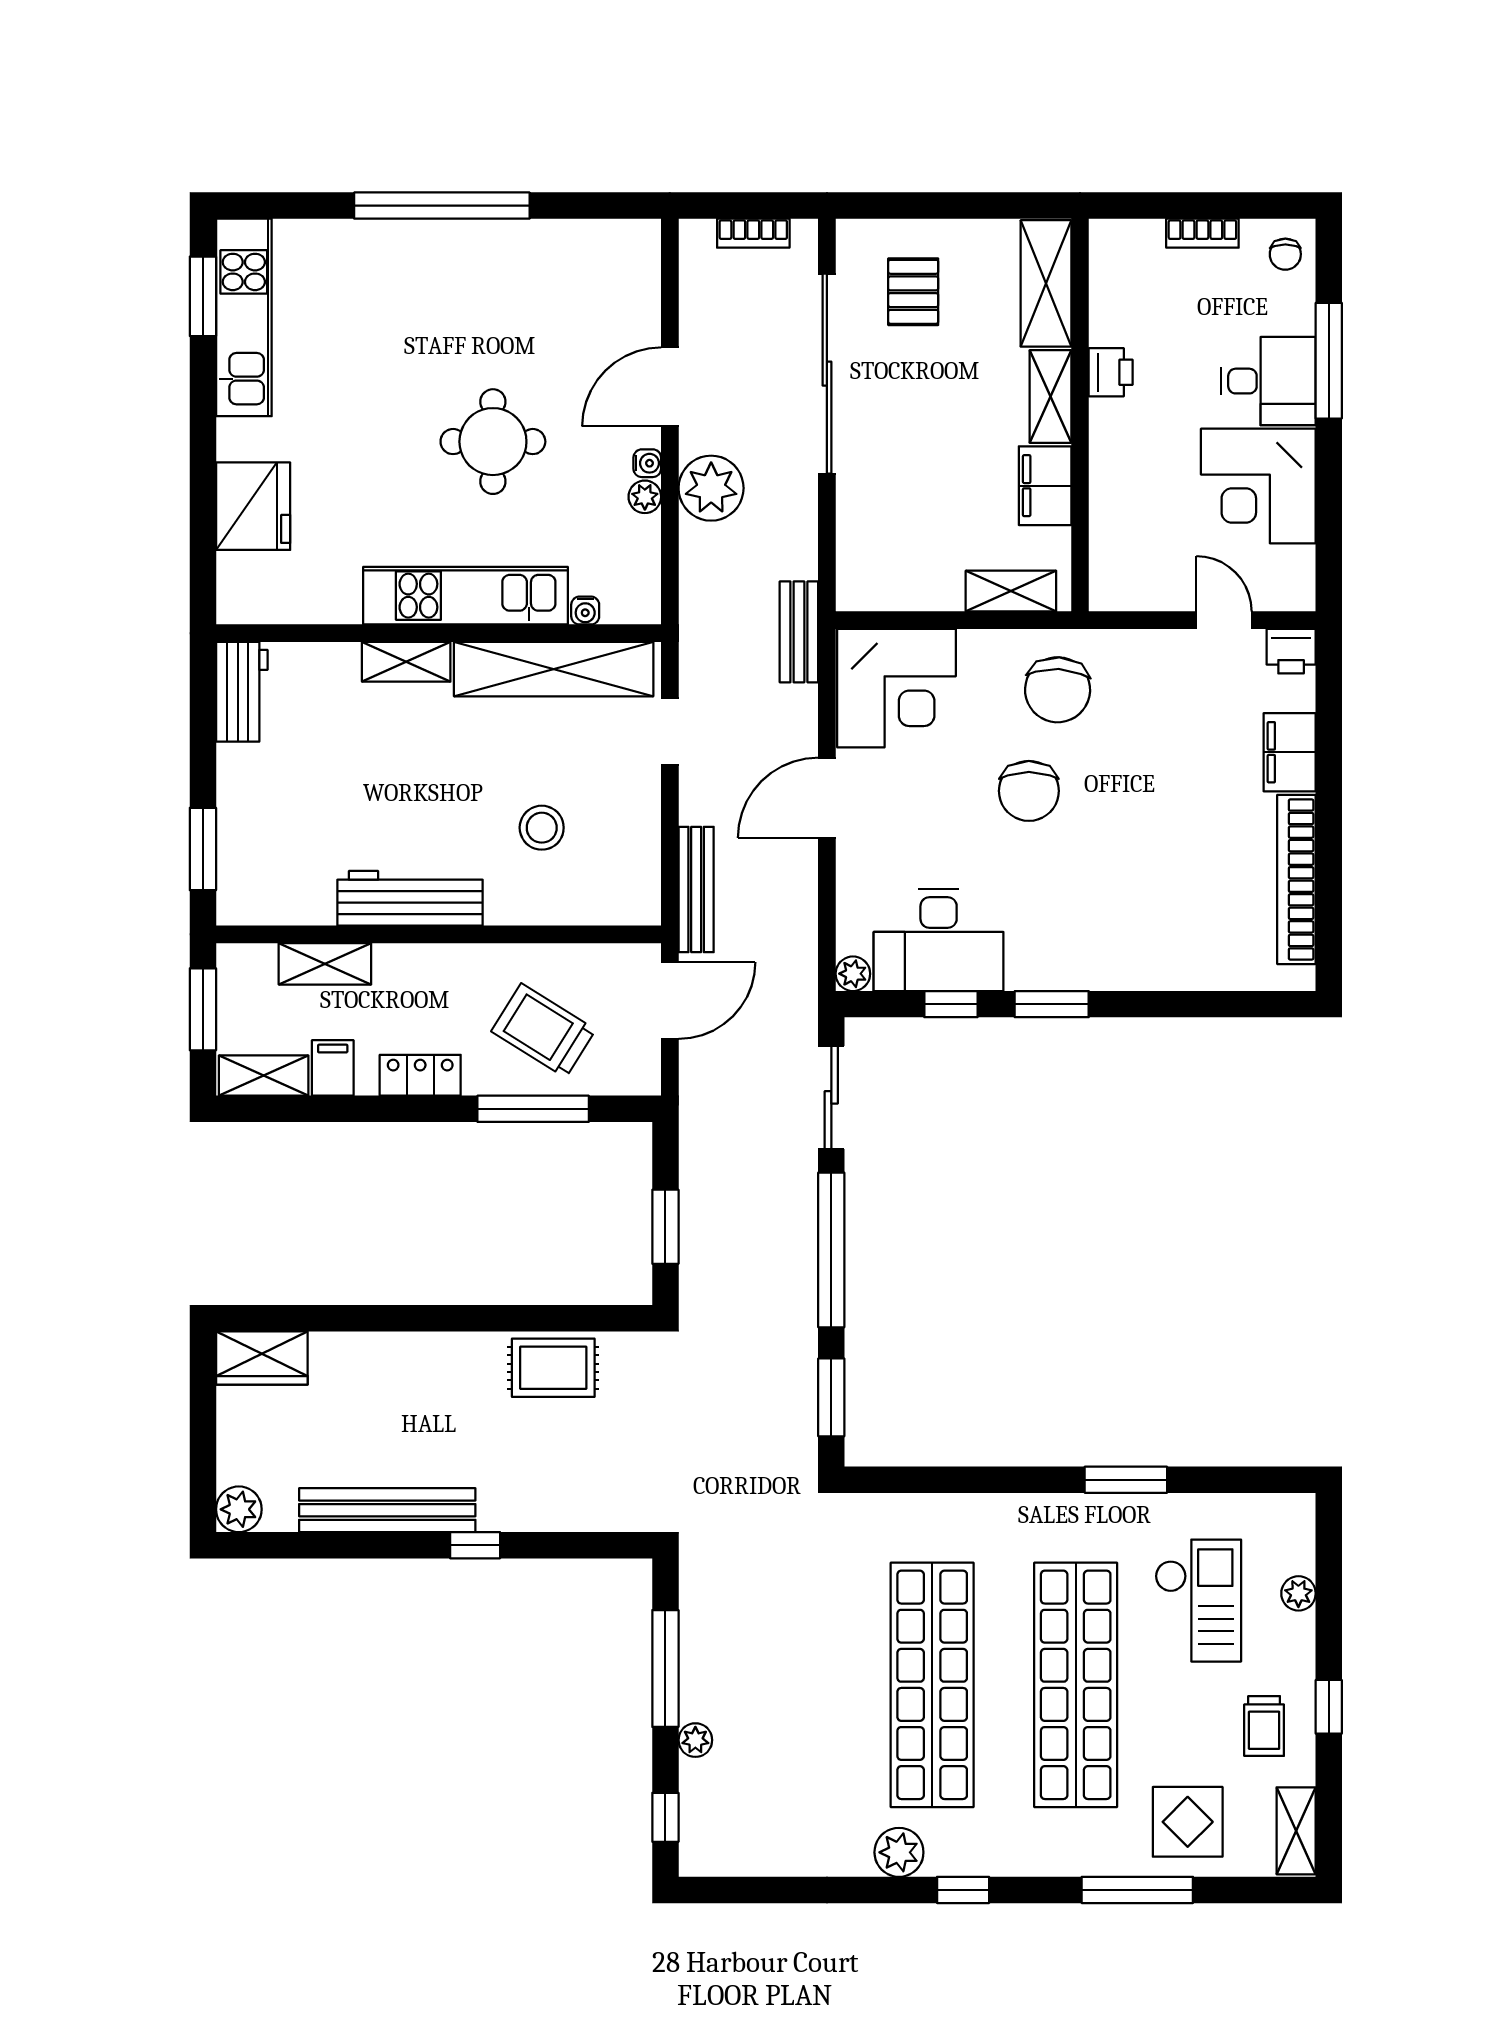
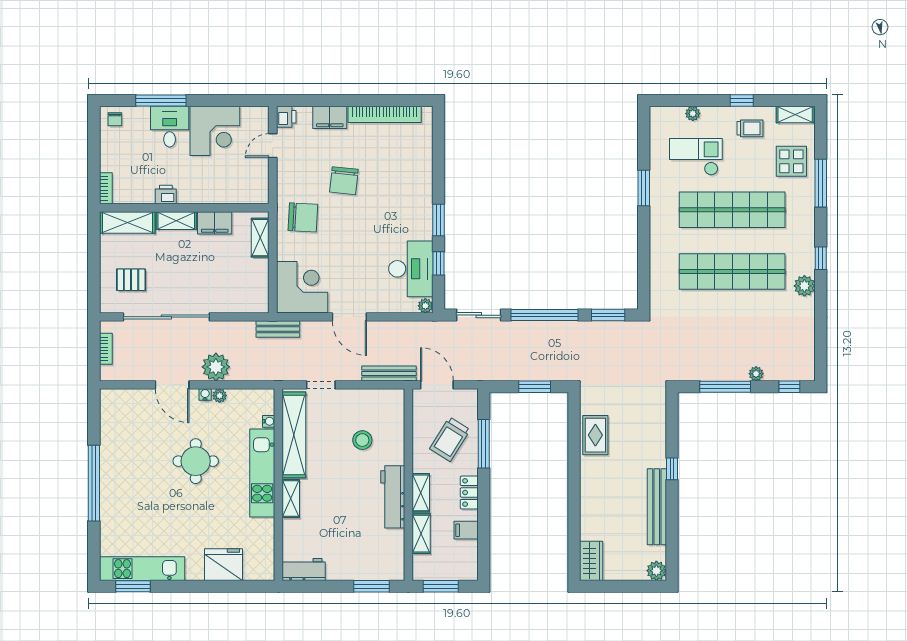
bookcase: (1202, 233) -> (106, 188), moved
chair: (1285, 254) -> (115, 119), turned 90
chair: (1029, 791) -> (344, 181), moved, turned 96
shelving: (264, 1076) -> (421, 493), moved

